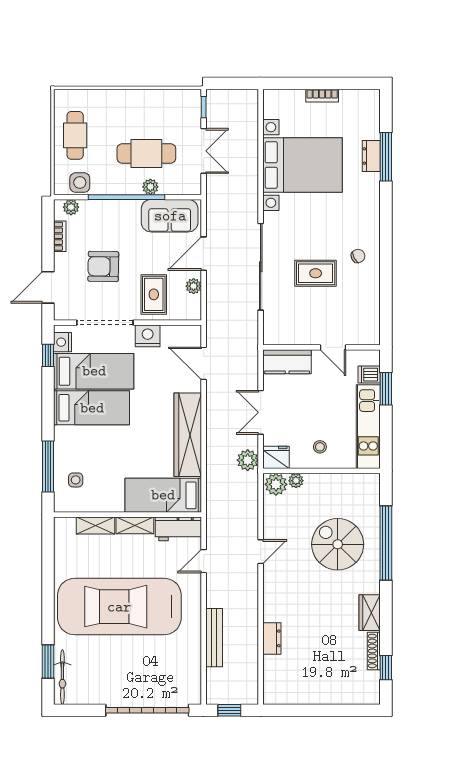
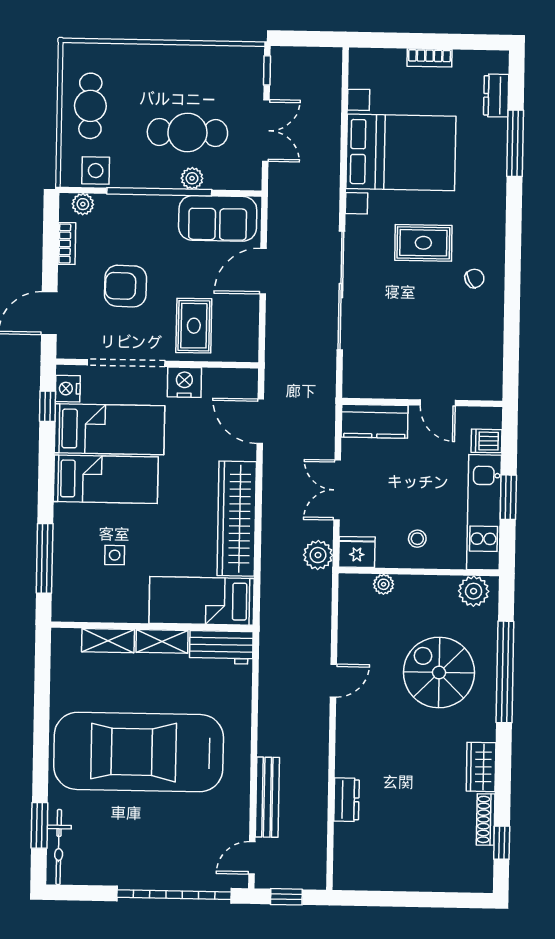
dresser: (371, 156) -> (496, 95), moved
rug: (316, 273) -> (423, 243), moved
plant: (194, 286) -> (248, 315), removed
window: (386, 389) -> (508, 497), moved
side table: (76, 480) -> (115, 555), moved
plant: (276, 484) -> (474, 591), moved
door: (204, 561) -> (252, 858), moved

